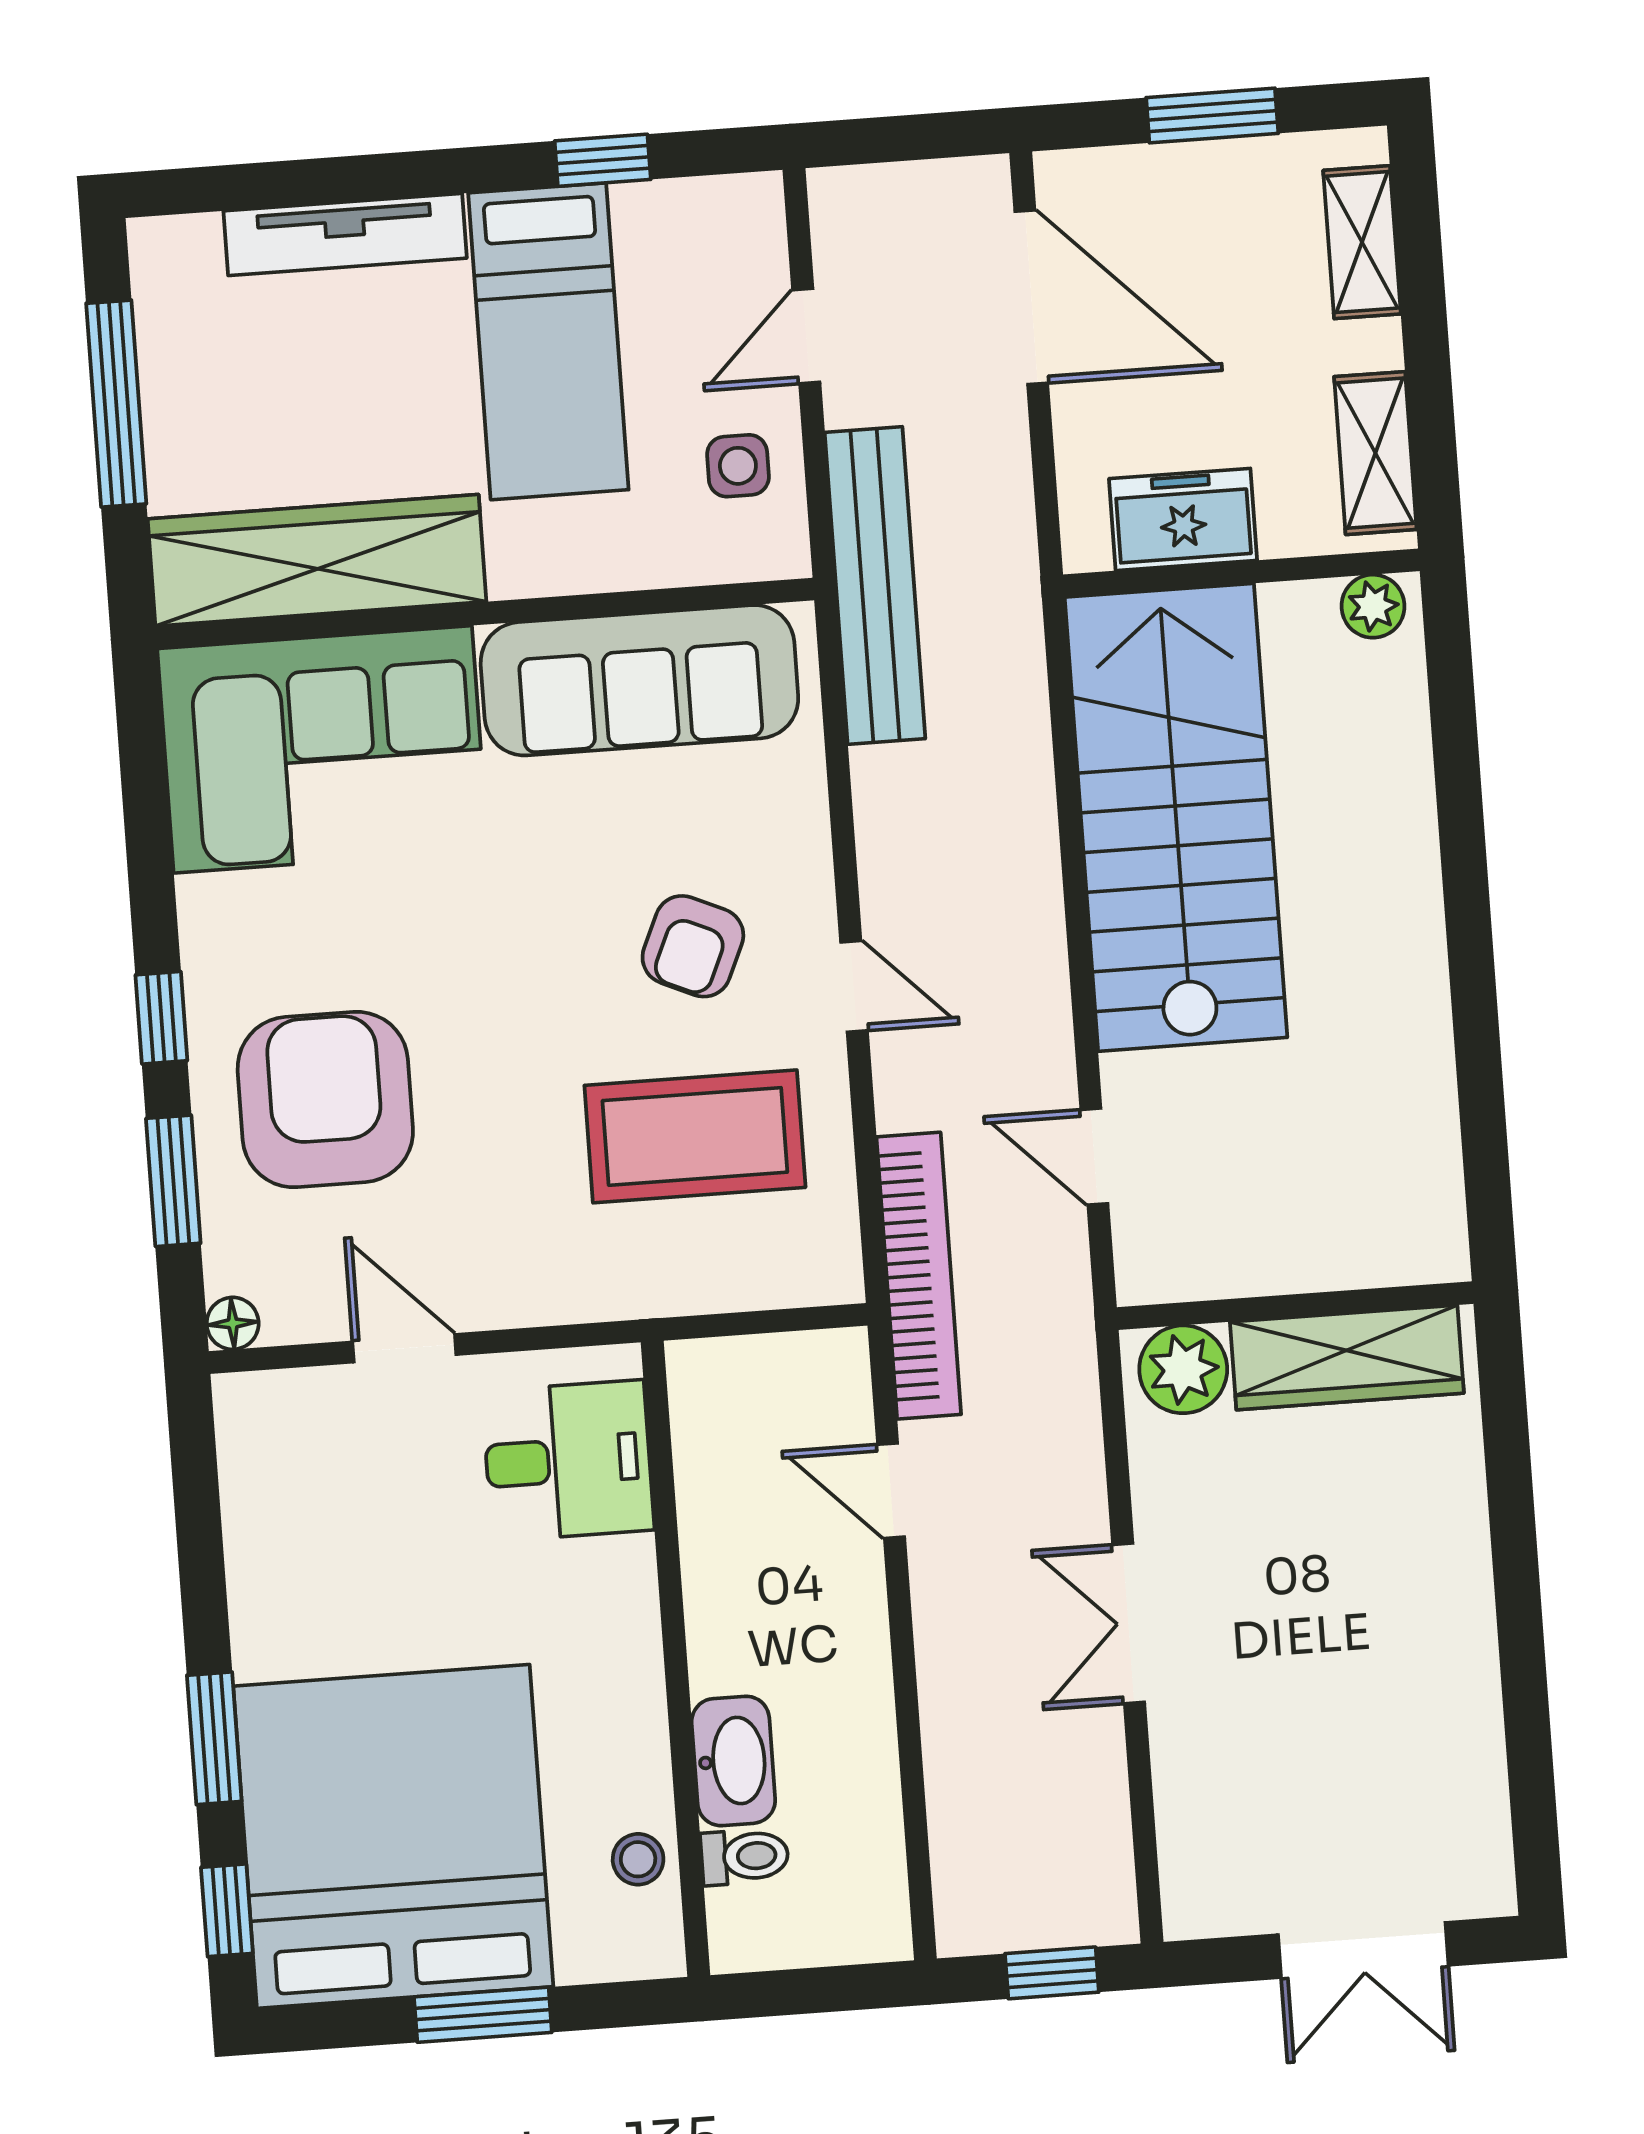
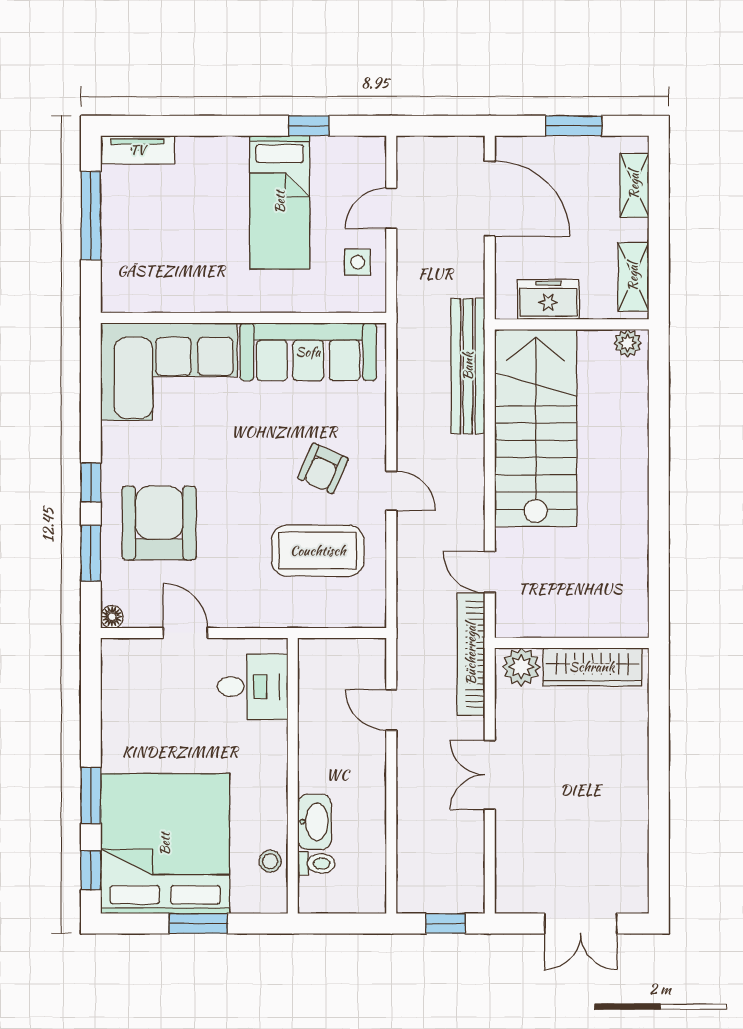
tv unit: (345, 234) -> (138, 150), moved, width x0.71
wardrobe: (317, 560) -> (173, 290), removed
bench: (875, 585) -> (468, 366), moved
bookcase: (919, 1276) -> (471, 654), moved, turned 180

